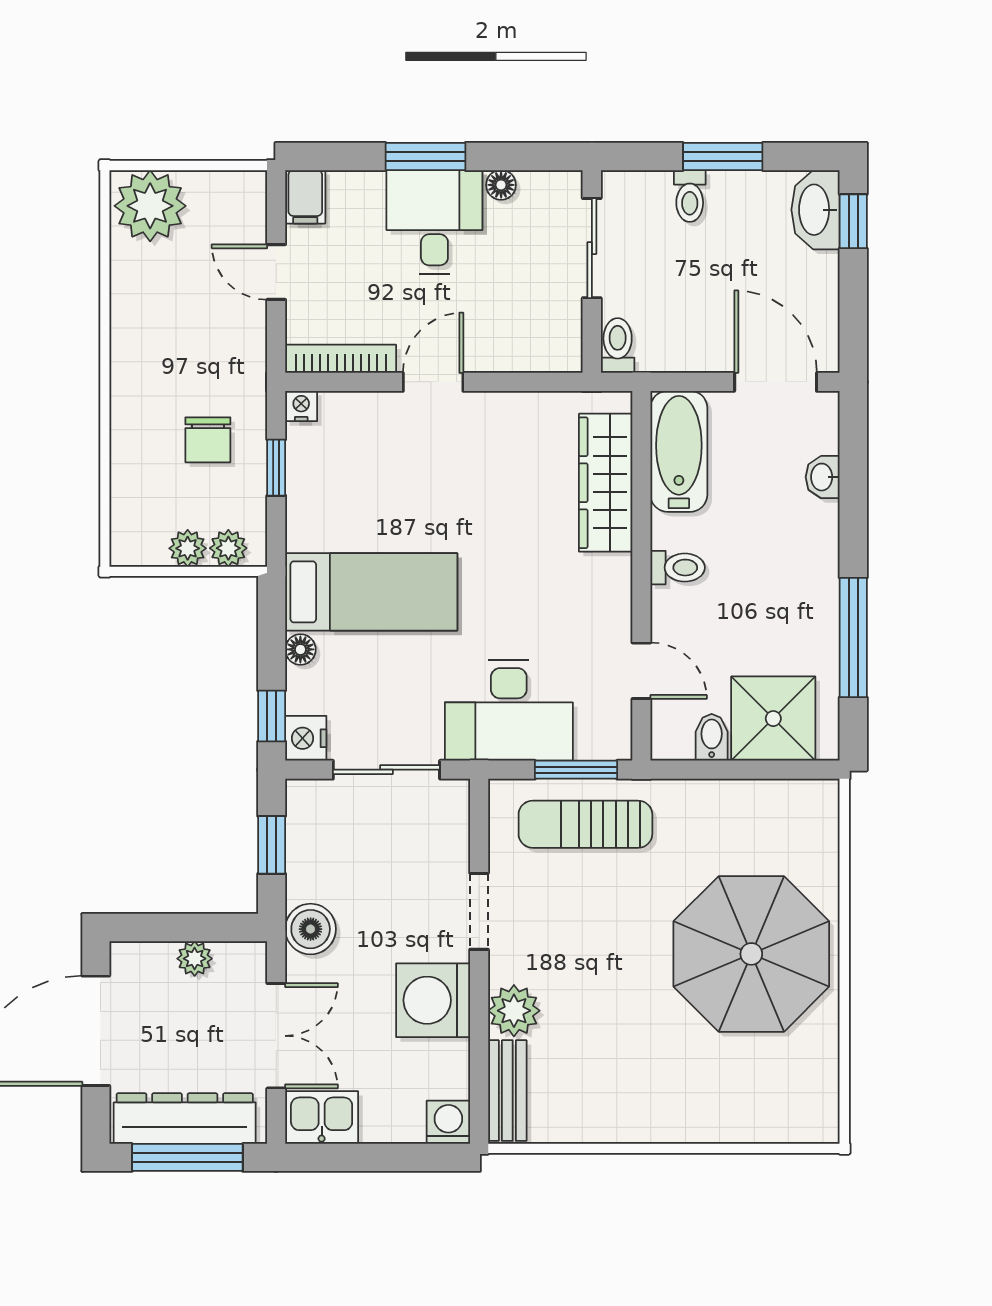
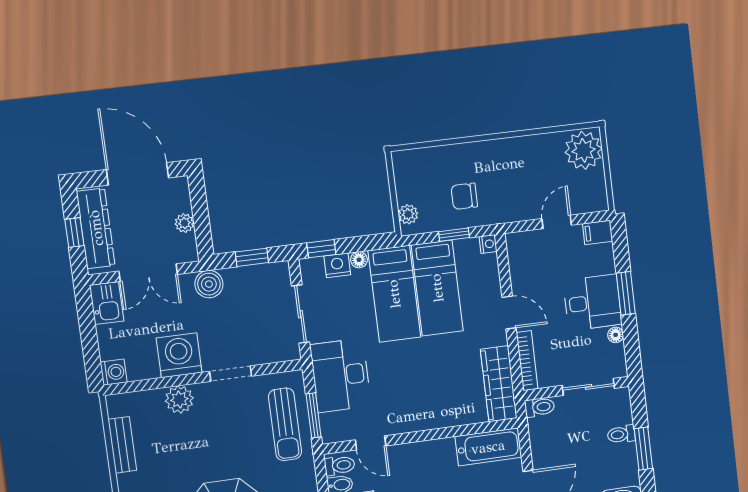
bookcase: (341, 359) -> (527, 361), moved
wardrobe: (606, 483) -> (499, 384), moved, turned -90
bed: (371, 511) -> (437, 288), added
plant: (188, 548) -> (405, 192), removed
toilet: (678, 568) -> (340, 465), moved, turned -90
door: (641, 671) -> (371, 443), hinge flipped
nightstand: (306, 738) -> (337, 265), moved
sun lounger: (585, 824) -> (285, 424), turned 180
bench: (507, 1091) -> (122, 445), moved, turned 90
window: (187, 1157) -> (74, 232), width x0.46

